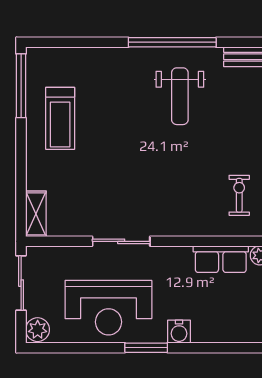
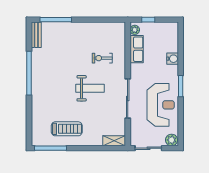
weight bench: (180, 96) -> (90, 88), moved
exercise bike: (239, 195) -> (102, 58), moved
sliding door: (121, 241) -> (128, 99), width x1.37
water cooler: (179, 332) -> (173, 59), moved

